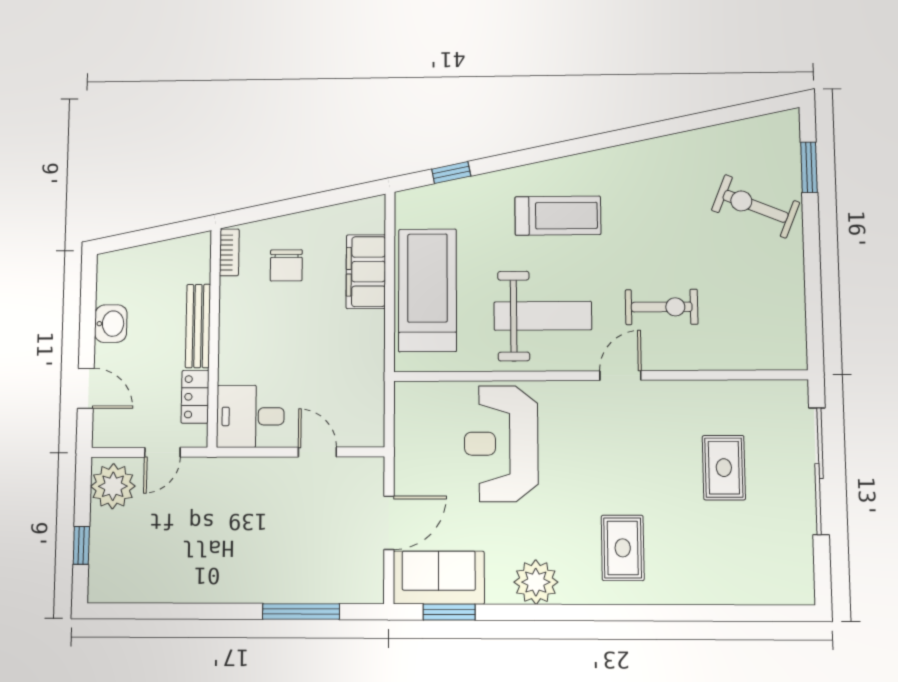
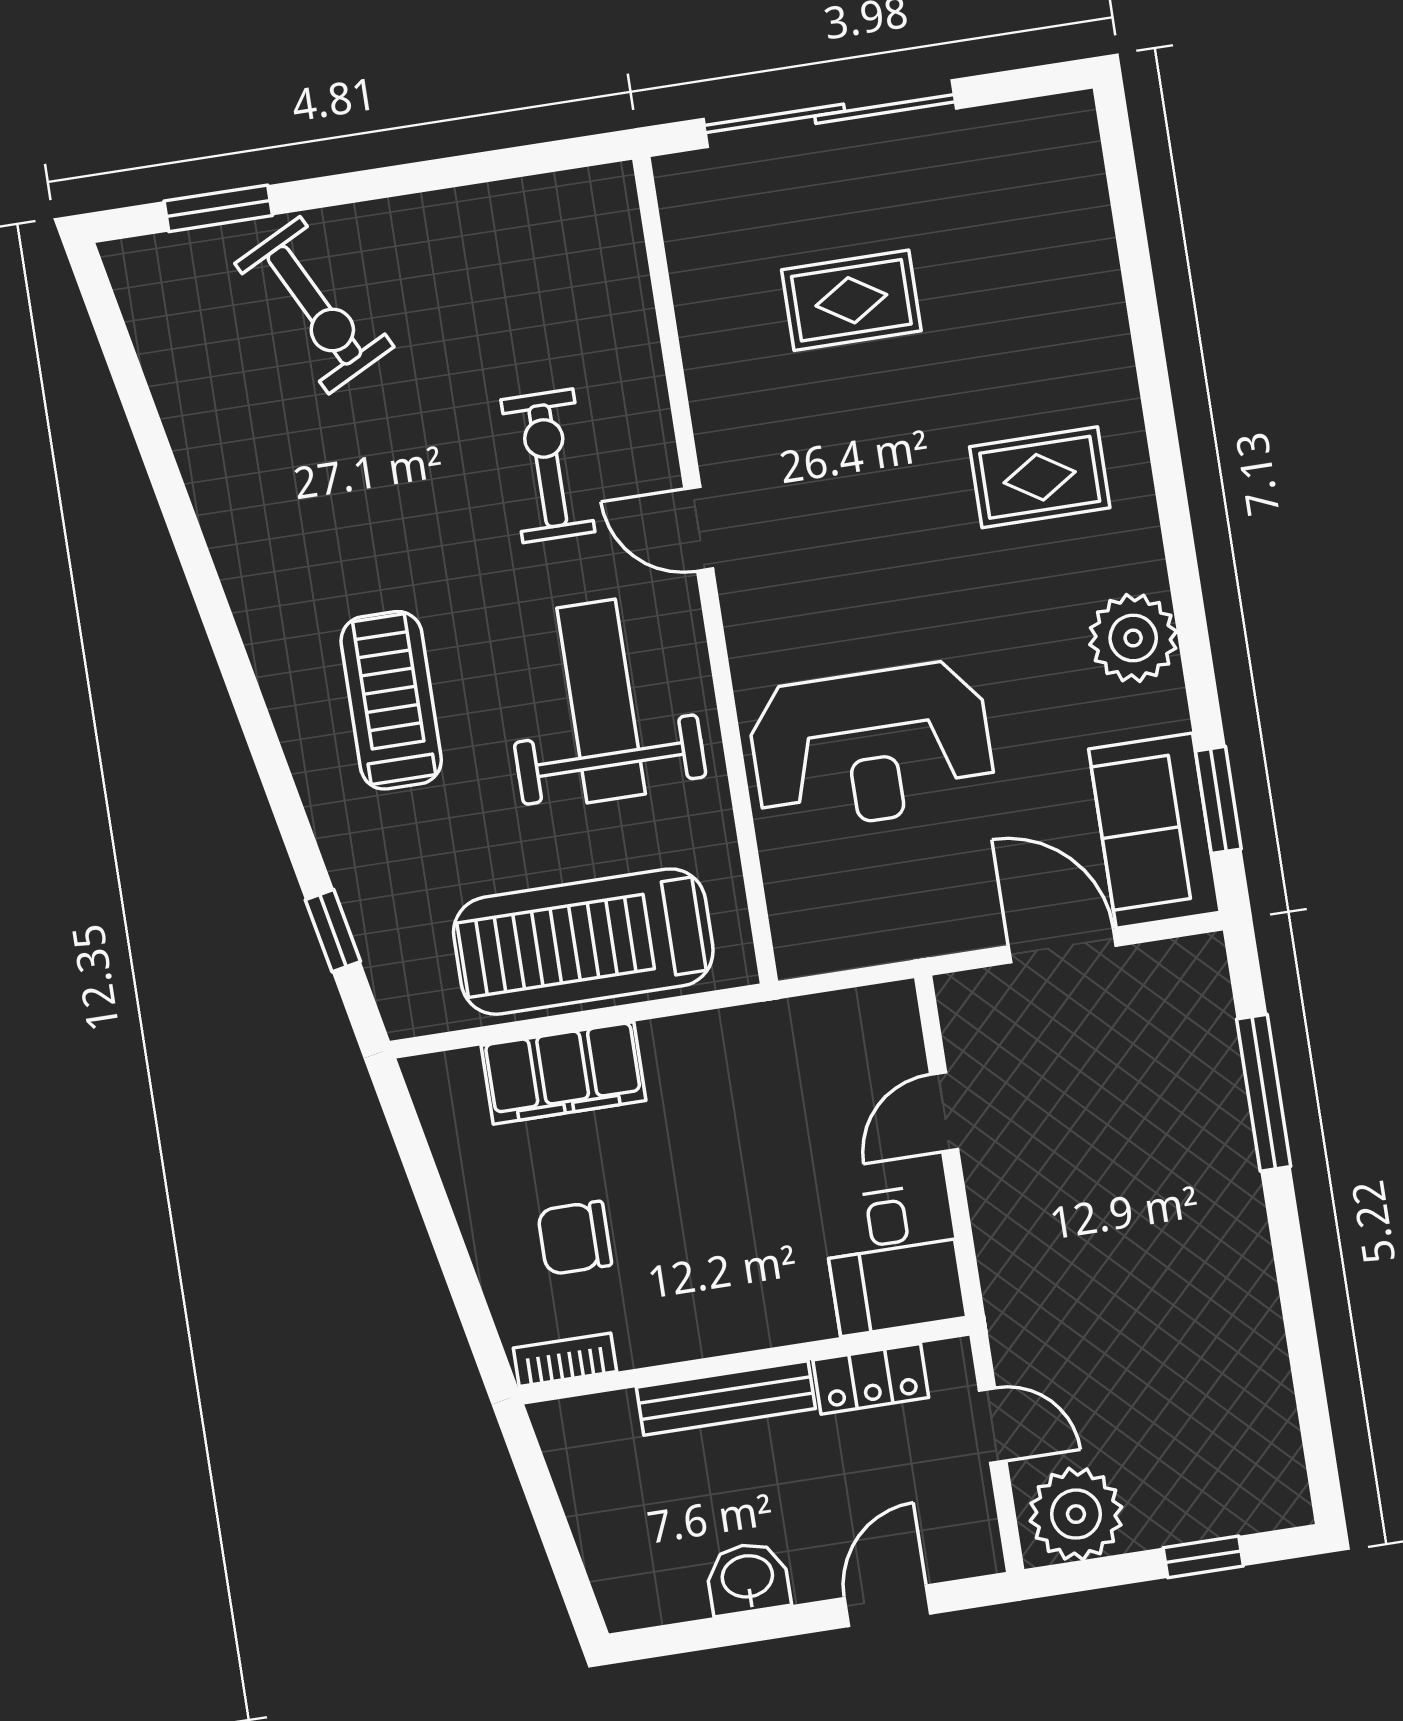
exercise bike: (756, 206) -> (314, 305), turned -49
chair: (286, 265) -> (575, 1238), turned 180

